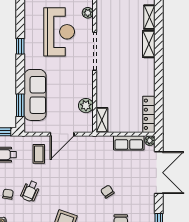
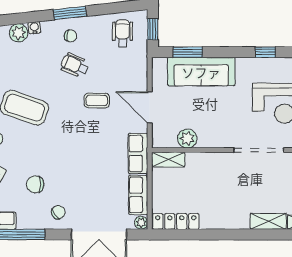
row of seats: (97, 143) -> (138, 153), added
coffee table: (39, 154) -> (97, 100), moved
chair: (107, 192) -> (58, 212), moved

